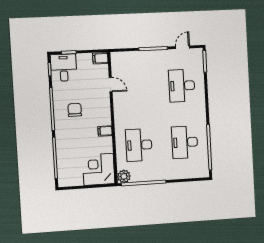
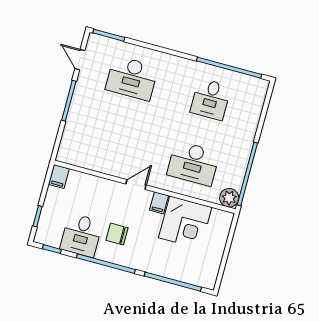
desk: (64, 68) -> (81, 235), moved, turned -90
door: (111, 85) -> (136, 184), moved
desk: (185, 142) -> (211, 99), width x0.73
corner desk: (99, 169) -> (185, 222), moved, turned -90

